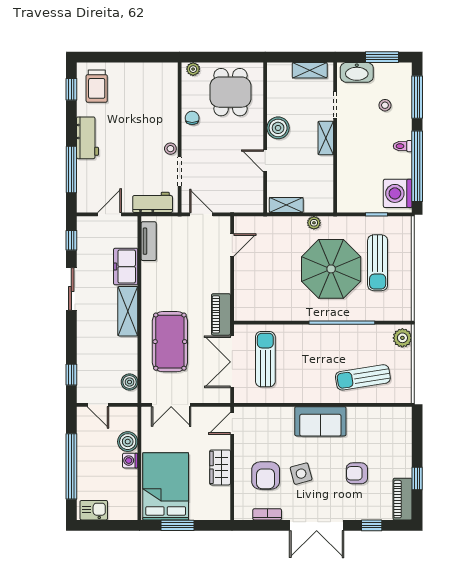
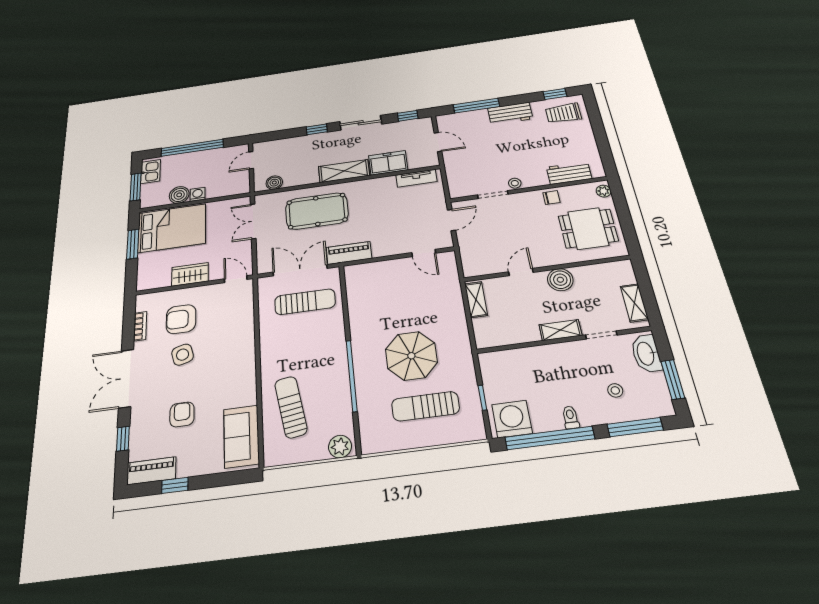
workbench: (153, 202) -> (569, 173), moved, turned -90
plant: (314, 223) -> (461, 331), removed
parasol: (331, 269) -> (411, 356), width x0.73, depth x0.73
window: (71, 375) -> (317, 129), moved
sofa: (320, 421) -> (241, 436), moved
boiler: (128, 442) -> (179, 195), moved
window: (110, 525) -> (136, 187), added

